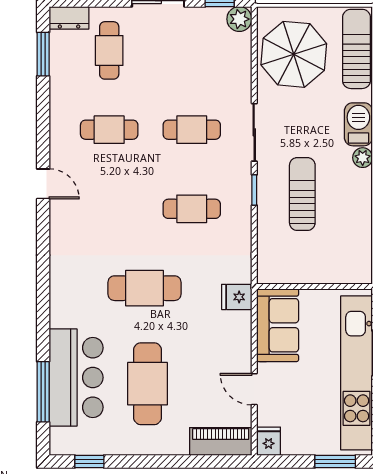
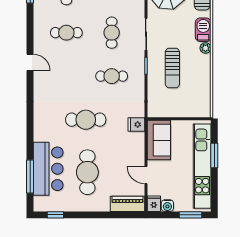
cafe table: (192, 130) -> (112, 33), turned 90
sun lounger: (302, 194) -> (172, 68), turned 180
water cooler: (293, 445) -> (167, 206), added

